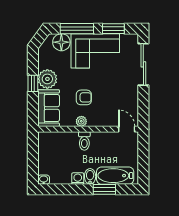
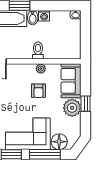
armchair: (84, 97) -> (38, 91), turned -90

